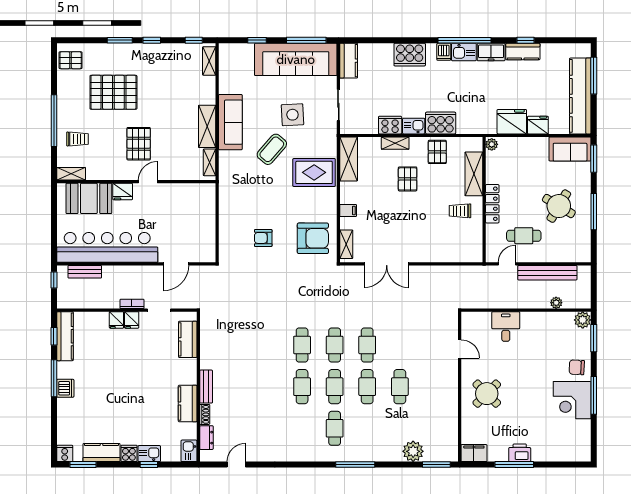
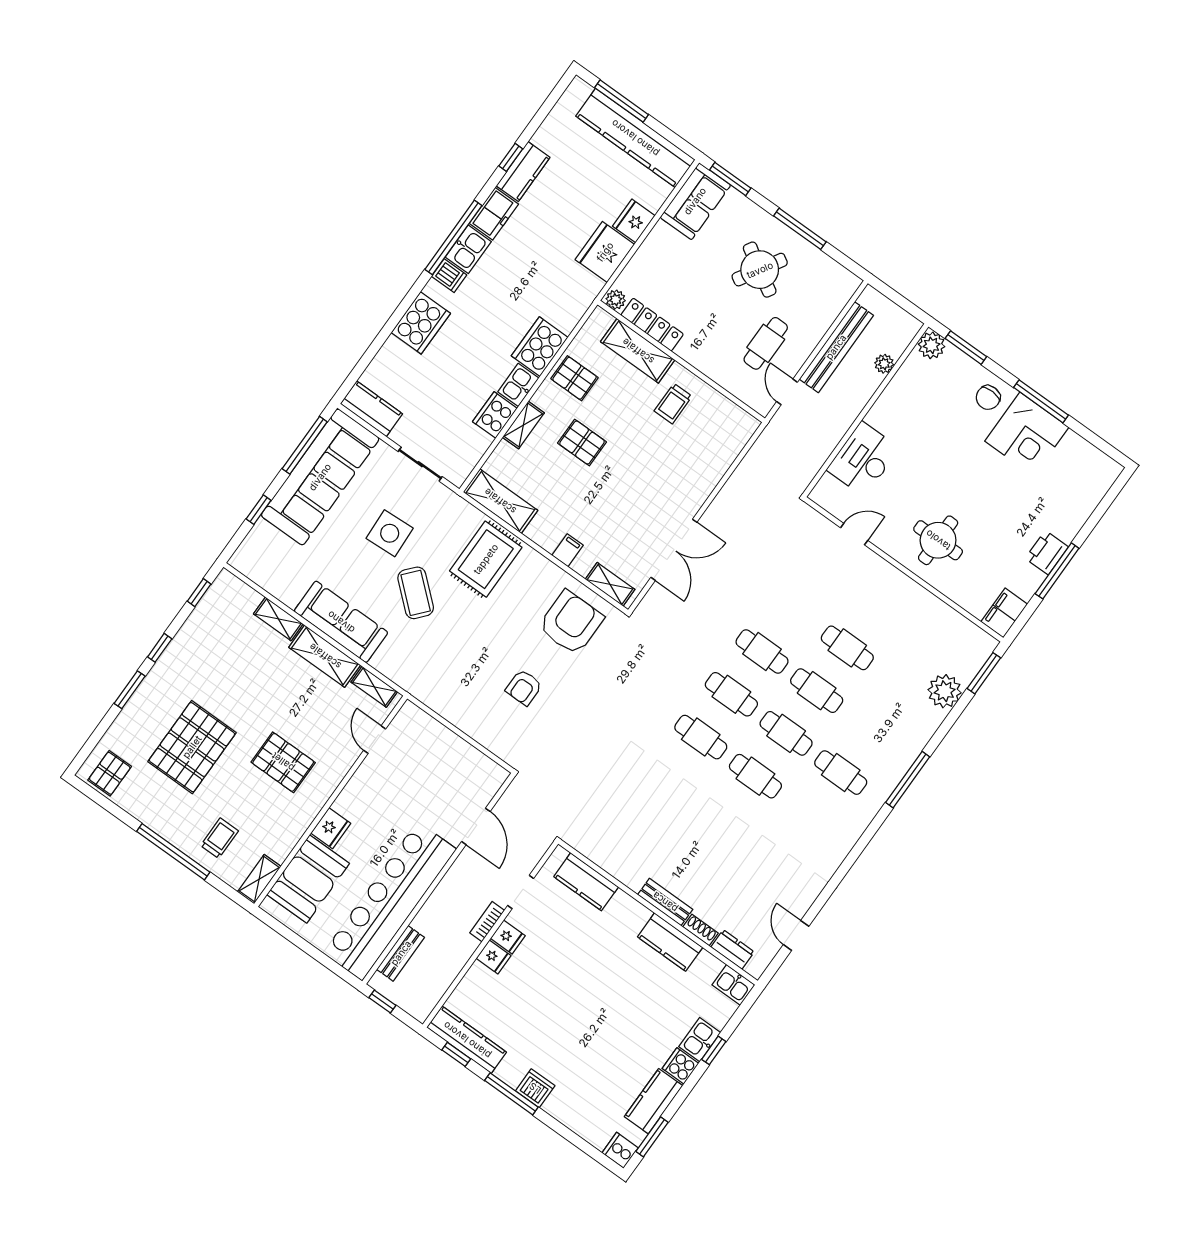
shelving: (209, 61) -> (278, 619), moved
door: (148, 182) -> (375, 740), moved
locker: (492, 204) -> (652, 325), moved
desk: (506, 326) -> (863, 459), width x1.37
round table: (487, 394) -> (938, 540), turned 45

